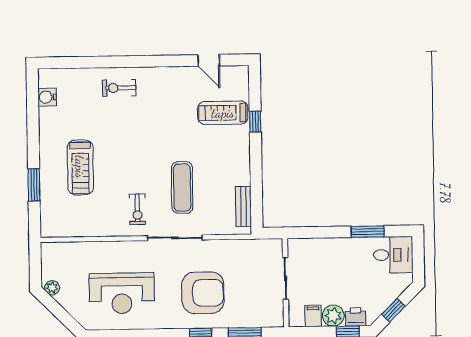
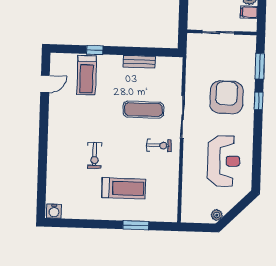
exercise bike: (119, 88) -> (95, 155), moved
water cooler: (47, 97) -> (54, 211), moved
bench: (243, 206) -> (139, 62), moved

